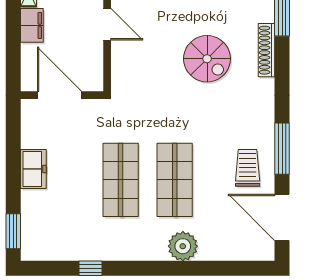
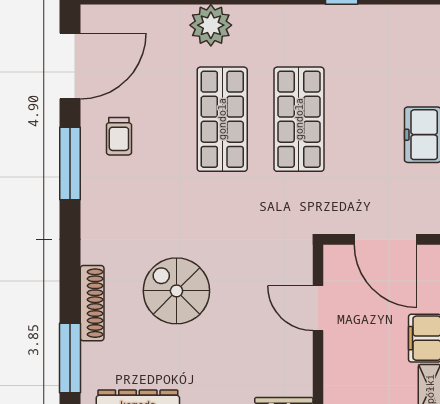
door: (107, 24) -> (318, 308), moved
trolley: (248, 168) -> (119, 136), width x0.73, depth x0.72
door: (282, 217) -> (70, 66), hinge flipped

